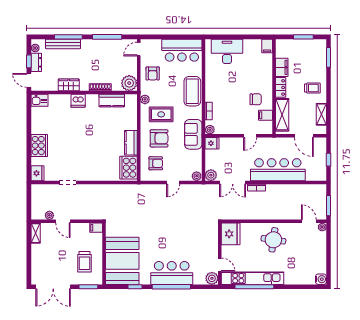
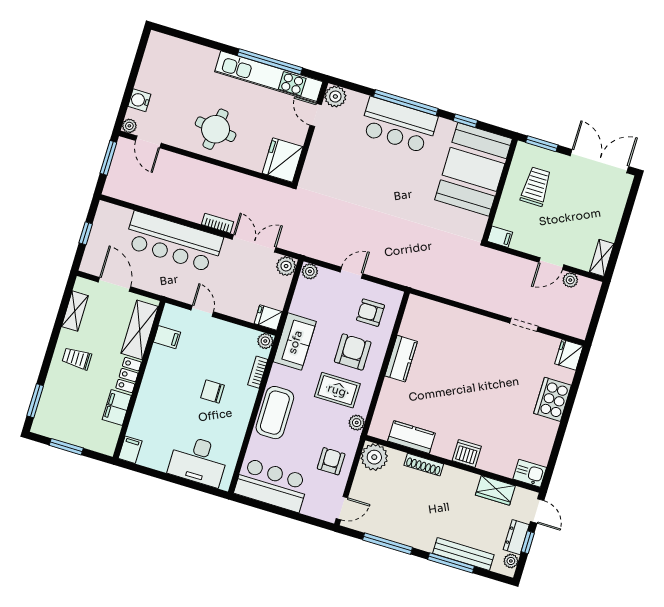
wardrobe: (69, 85) -> (495, 490), moved
chair: (256, 99) -> (213, 391), moved
door: (250, 136) -> (202, 311), hinge flipped
armchair: (159, 138) -> (353, 352), turned 90
cooker: (128, 168) -> (417, 319), removed
door: (63, 221) -> (551, 264), swing flipped
water cooler: (321, 279) -> (139, 100), moved

